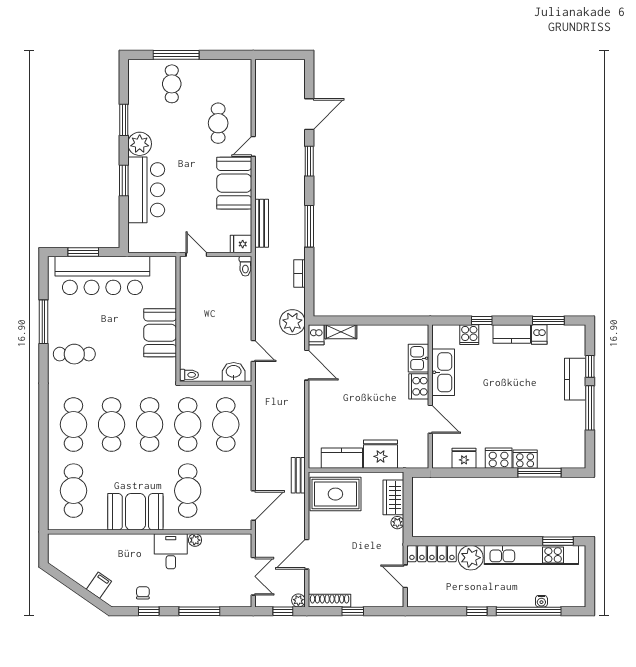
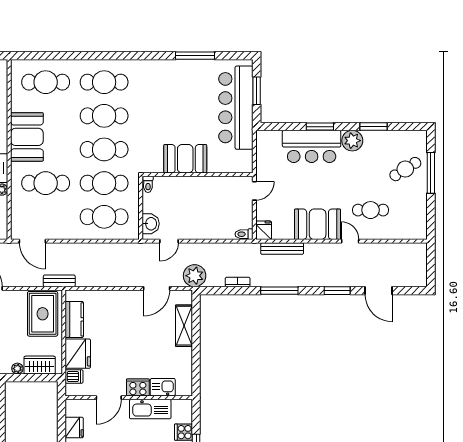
cafe table: (172, 84) -> (405, 169), turned -32
shelving: (341, 332) -> (184, 326), width x1.50, depth x1.33
dishwasher: (316, 335) -> (74, 377), moved, turned 180
cafe table: (74, 354) -> (166, 83), removed

